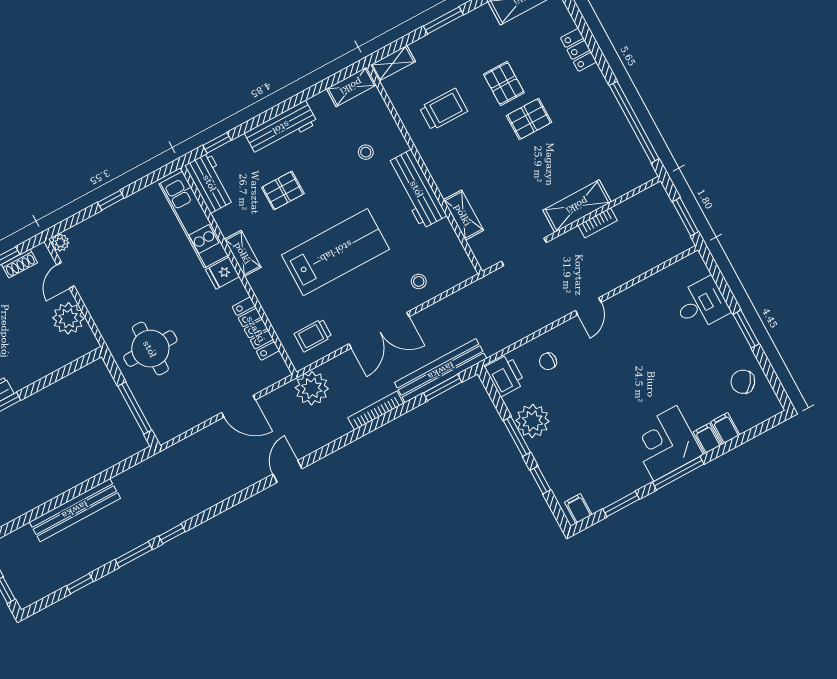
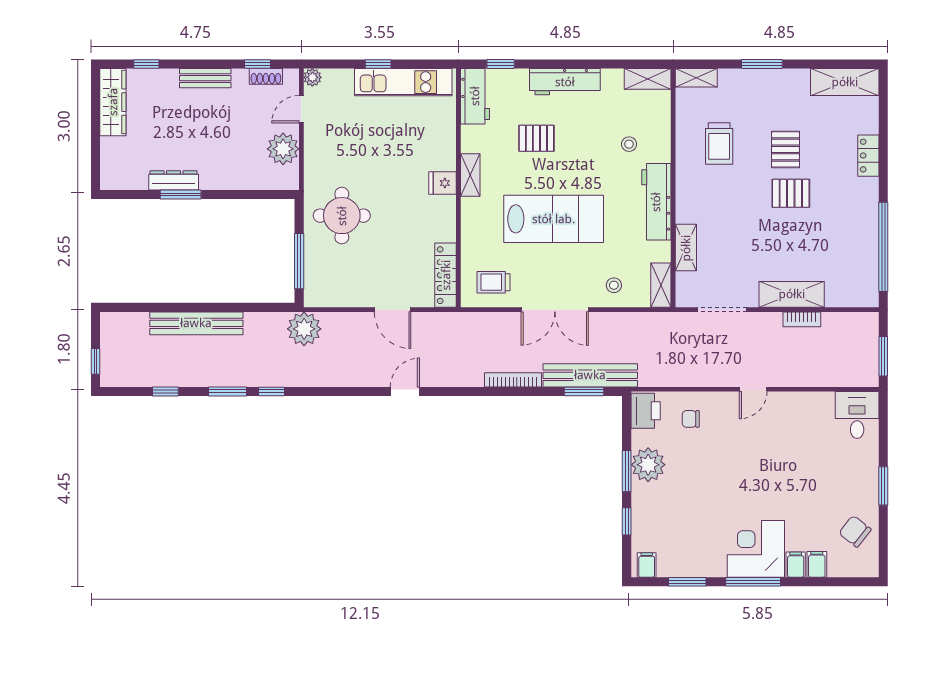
trolley: (443, 109) -> (719, 143), turned 90
kitchen unit: (193, 220) -> (403, 82), moved, turned -90
shelving: (459, 259) -> (661, 285), added
desk: (701, 304) -> (857, 415), moved, turned -90
locker: (256, 329) -> (446, 275), moved
plant: (312, 388) -> (304, 329), moved

